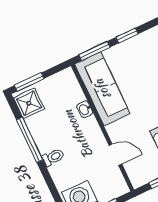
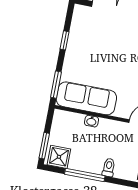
window: (127, 36) -> (65, 40), moved

